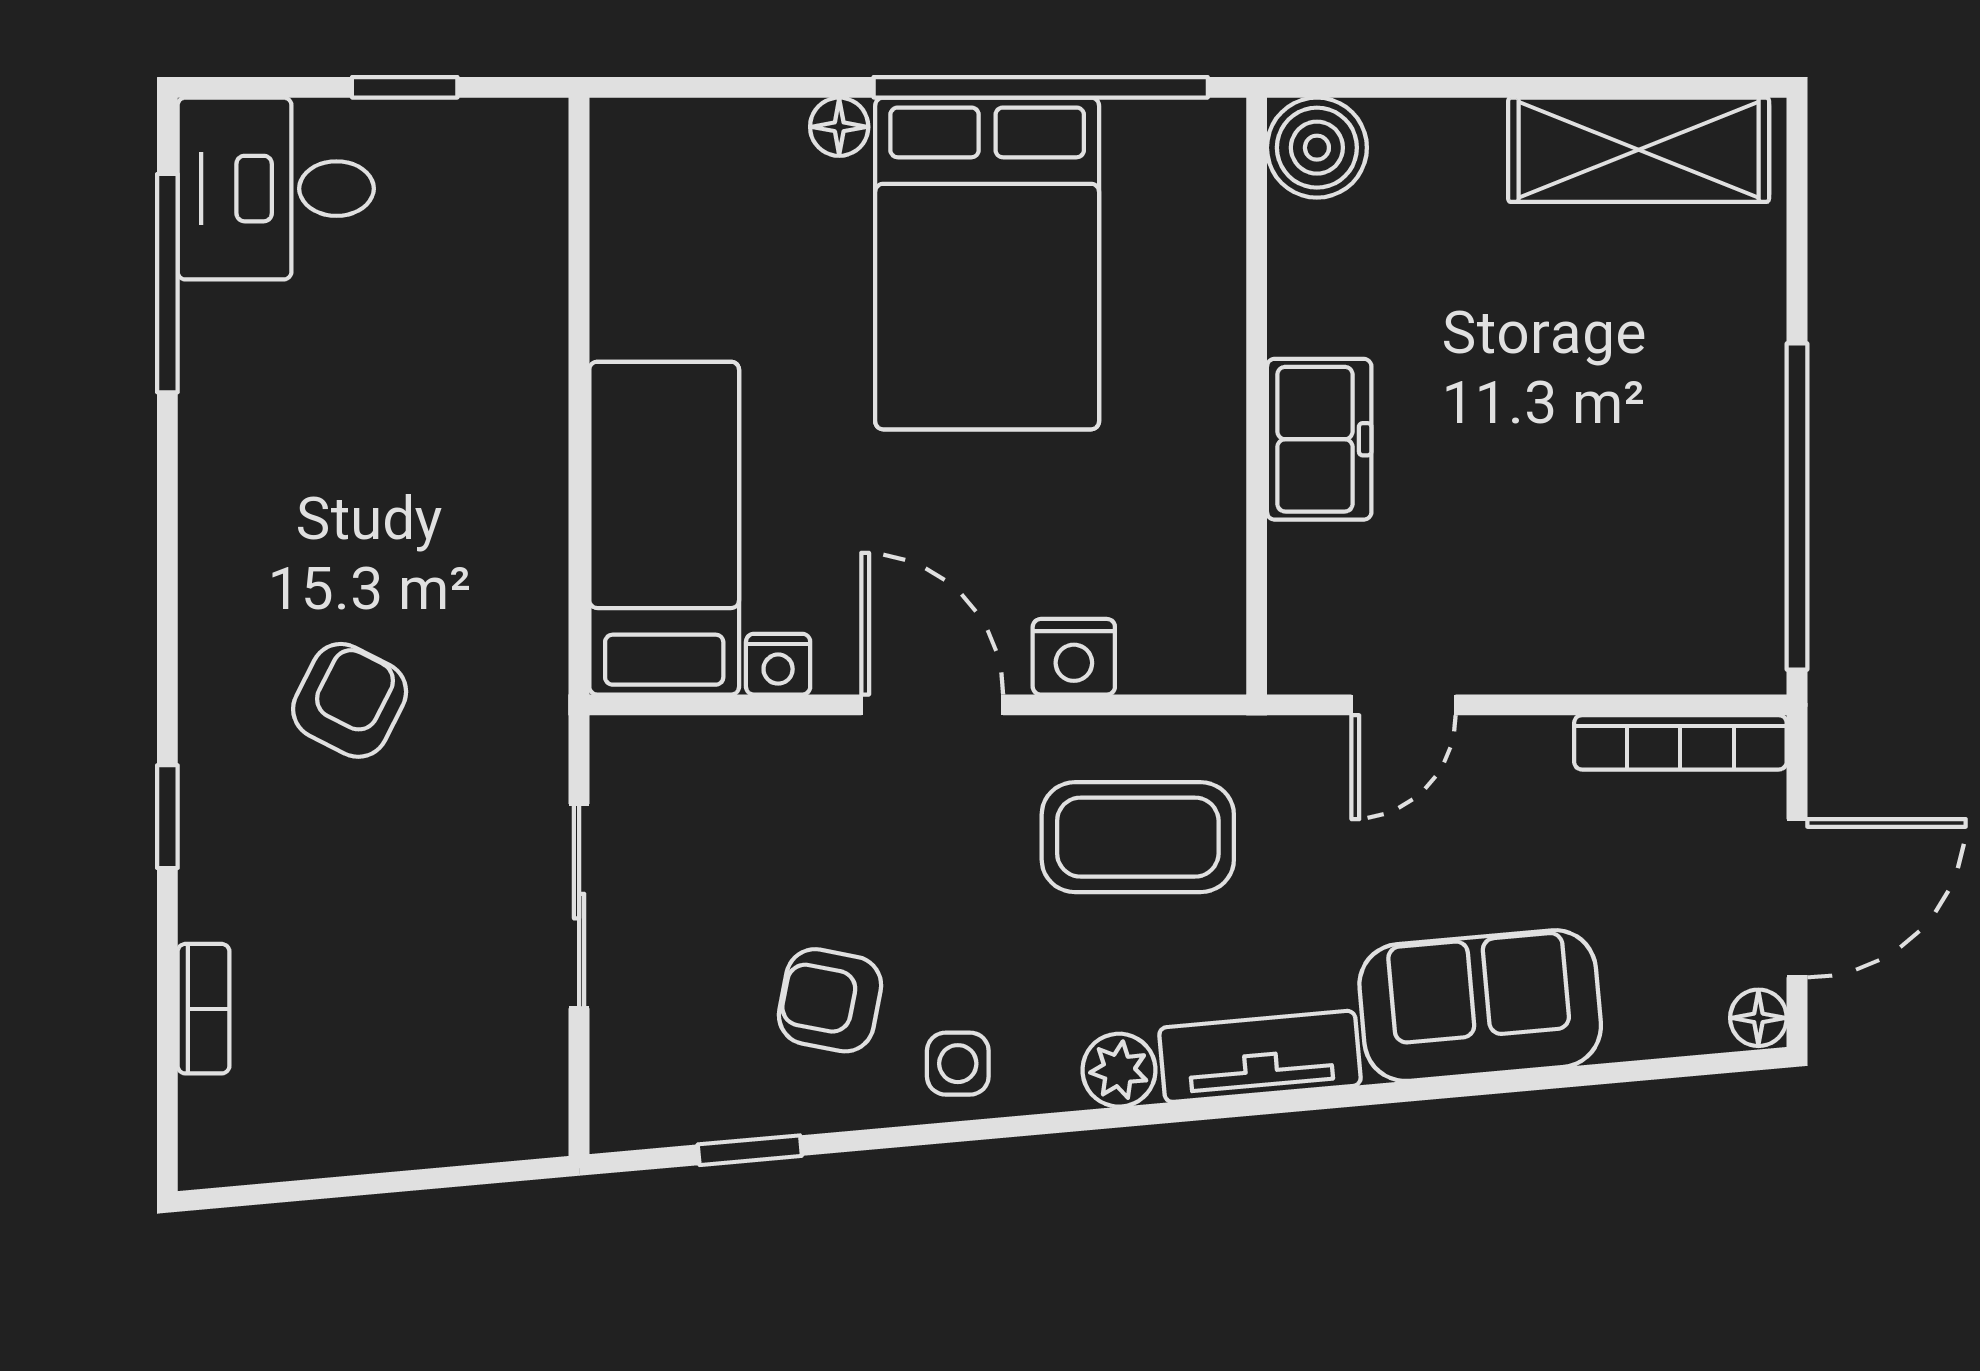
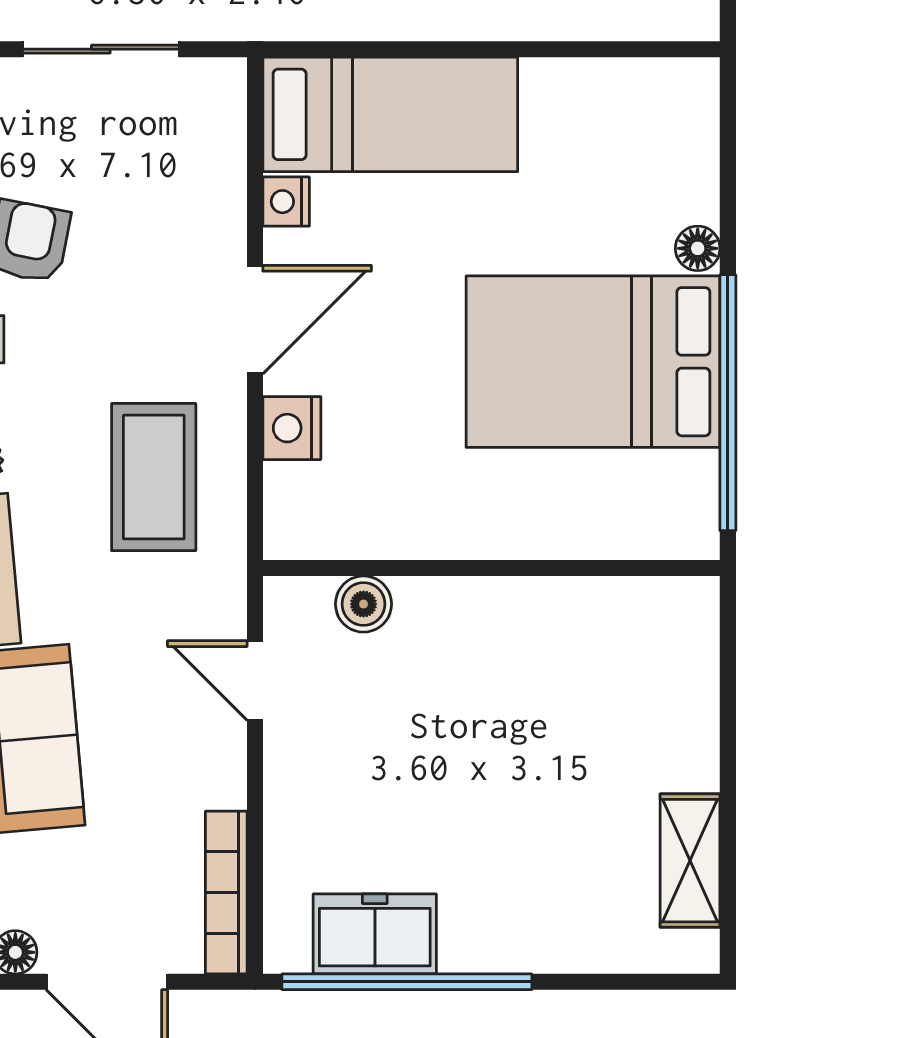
boiler: (1317, 148) -> (363, 604), moved, width x0.73, depth x0.73
shelving: (1639, 150) -> (690, 861), width x0.67, depth x0.75
freezer: (1319, 439) -> (375, 934), moved, turned 180

